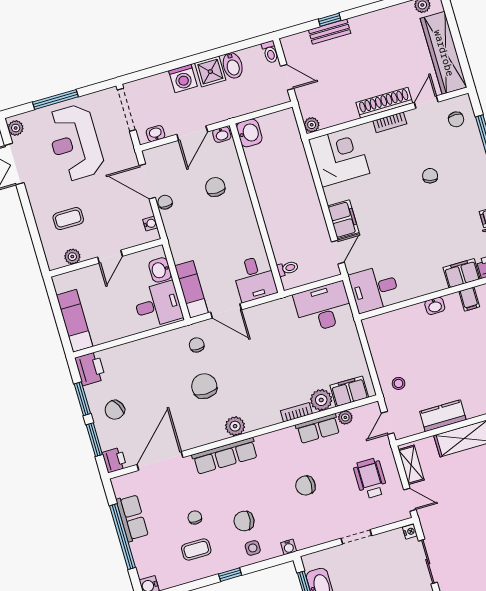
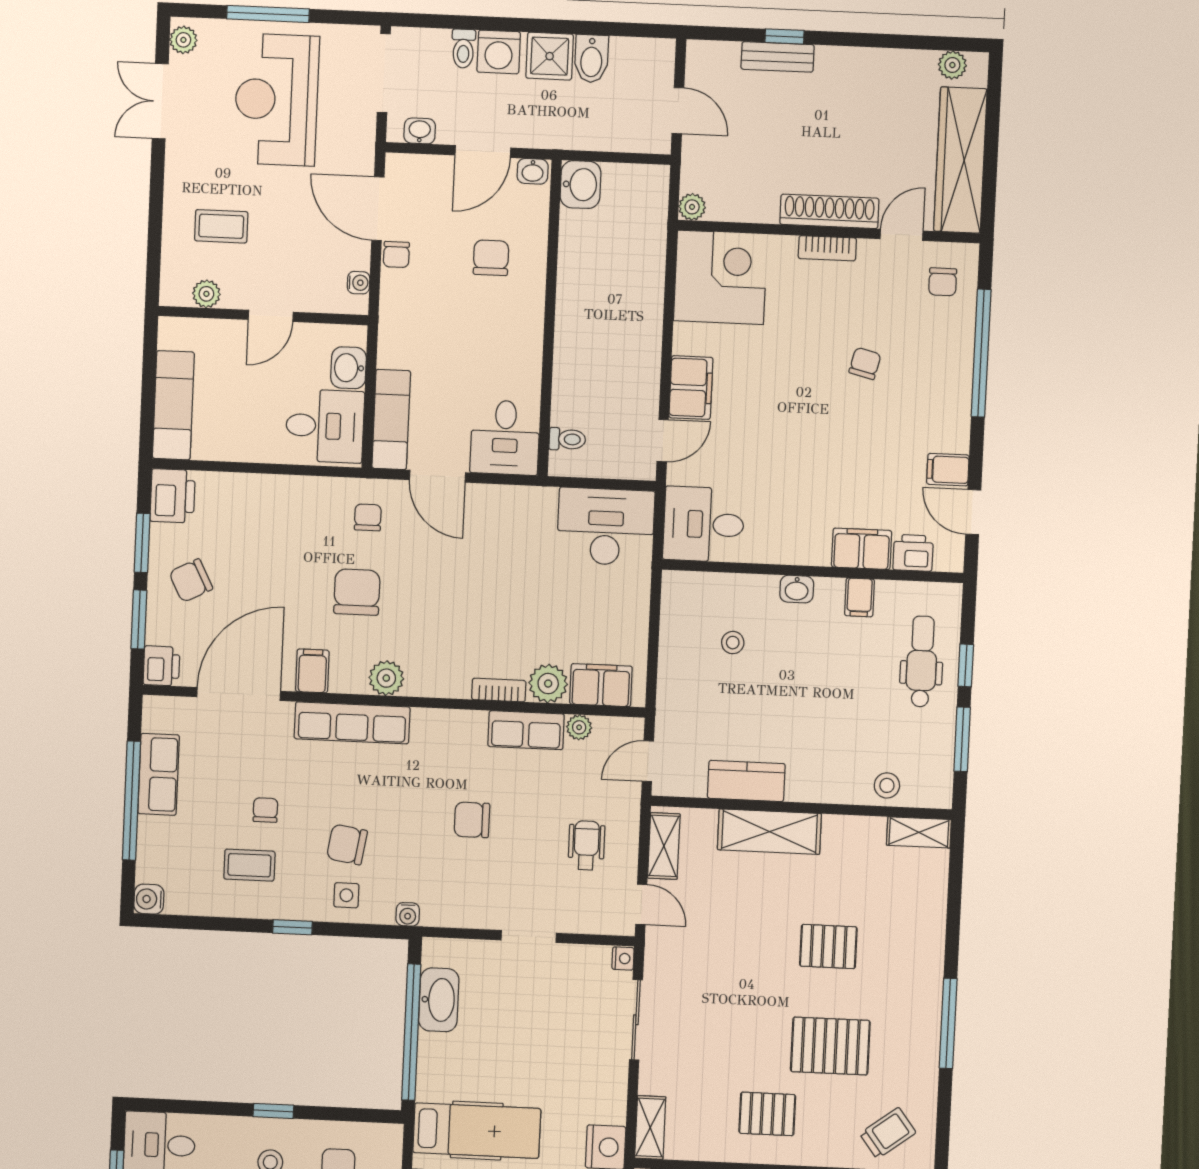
toilet: (270, 52) -> (463, 49), moved
chair: (165, 202) -> (396, 255), turned 180
stool: (399, 383) -> (733, 643), moved
filing cabinet: (195, 436) -> (312, 671), added
wheelchair: (370, 478) -> (586, 845), width x0.73, depth x0.73

